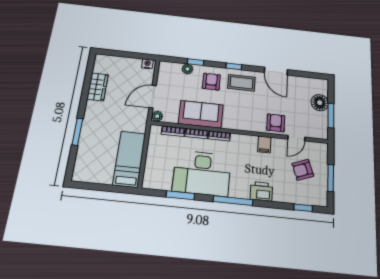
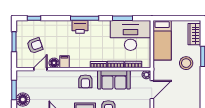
wardrobe: (98, 87) -> (194, 34), moved
armchair: (276, 123) -> (85, 81), moved
stool: (102, 125) -> (186, 63), added
floor lamp: (278, 144) -> (54, 63), added
desk: (202, 173) -> (131, 35), moved
printer: (261, 191) -> (80, 27), moved

